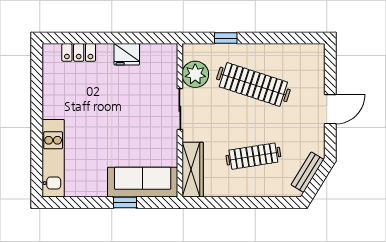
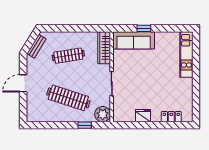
plant: (195, 74) -> (103, 114), moved

